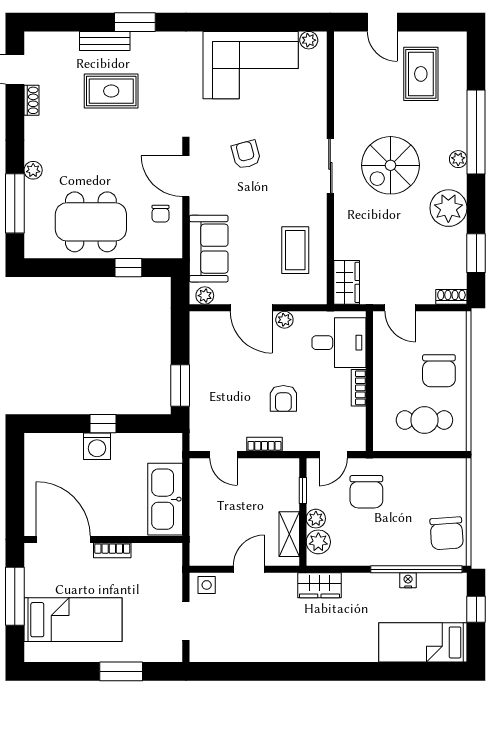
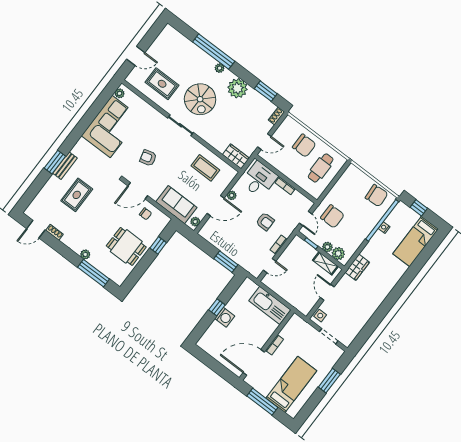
bench: (105, 41) -> (65, 166), moved
rug: (421, 74) -> (162, 84), moved
dining table: (91, 222) -> (126, 246), width x0.73

